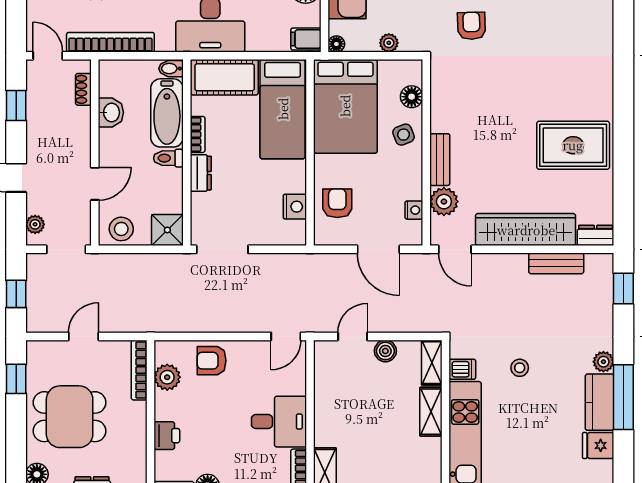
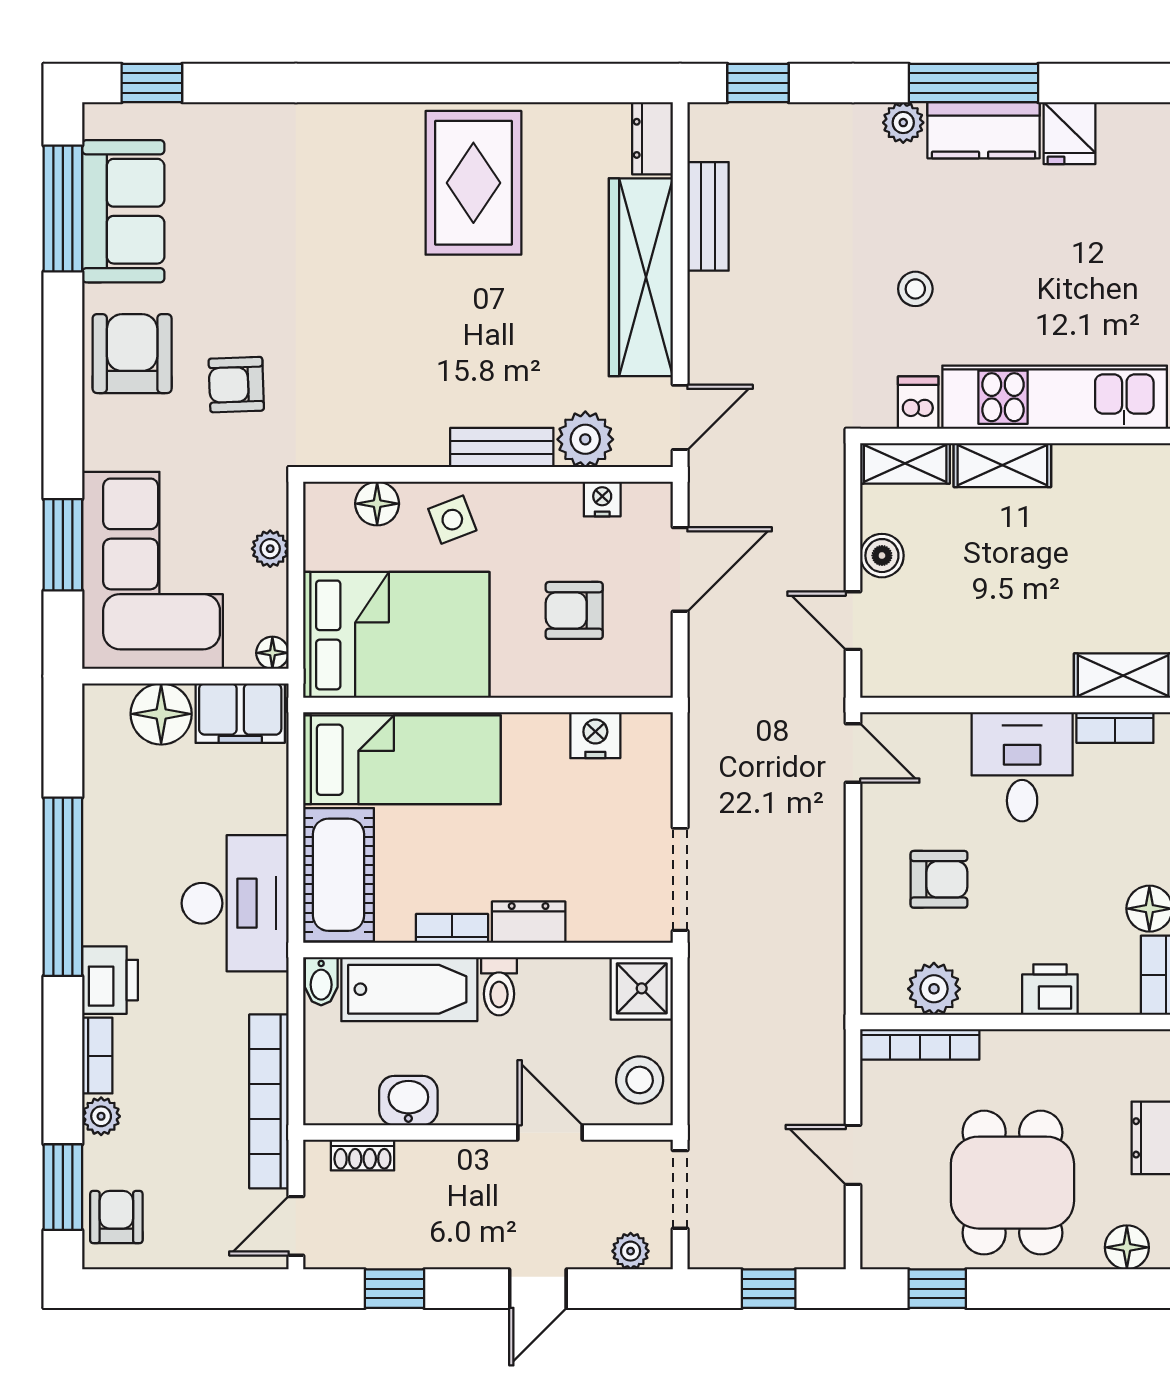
filing cabinet: (306, 39) -> (240, 713), width x2.00
armchair: (337, 203) -> (574, 610), moved
armchair: (212, 361) -> (939, 879), moved, turned -90

